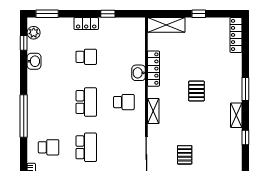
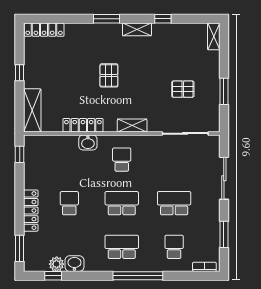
window: (108, 14) -> (20, 154), moved
locker: (86, 23) -> (31, 211), width x1.53
plant: (34, 33) -> (57, 264), moved
pallet: (196, 91) -> (109, 75), turned 90
school desk: (49, 102) -> (122, 247), added

